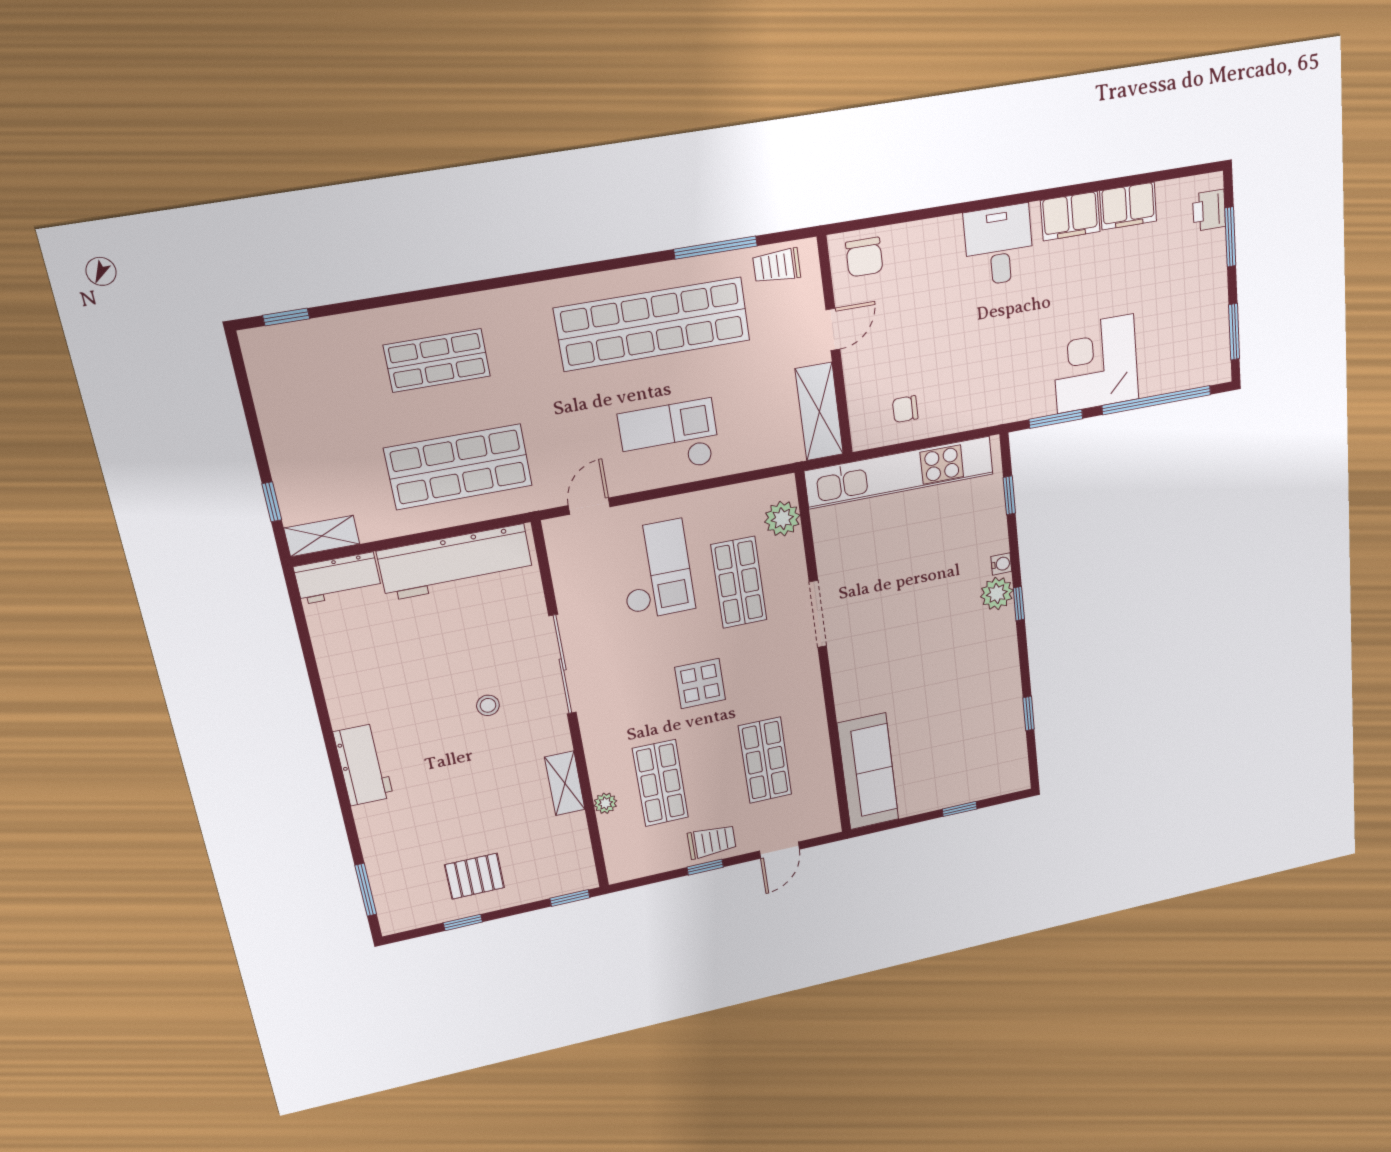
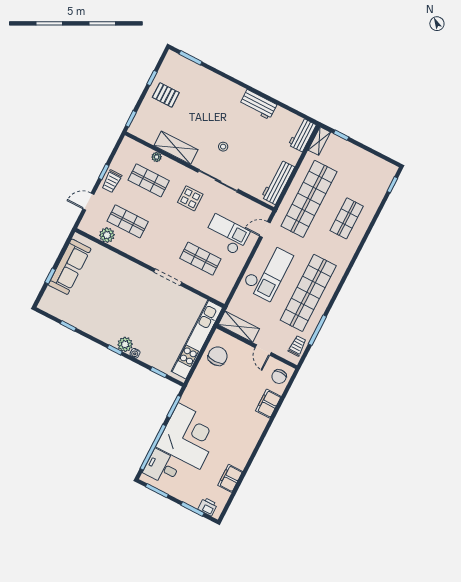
filing cabinet: (1070, 216) -> (268, 404), moved
desk: (999, 245) -> (162, 467), moved, turned 180
chair: (864, 257) -> (279, 377), turned -90
corner desk: (1095, 364) -> (189, 436), width x1.36, depth x1.36
chair: (905, 409) -> (218, 356), width x1.87, depth x1.87
checkout: (669, 438) -> (268, 271), width x1.36, depth x1.21
shop shelf: (458, 467) -> (309, 199), width x1.40
door: (589, 506) -> (265, 230), swing flipped
plant: (782, 519) -> (107, 235), moved
workbench: (456, 562) -> (278, 182), width x0.73, depth x0.76
checkout: (656, 570) -> (227, 235), turned 180
display table: (700, 683) -> (190, 198), moved
workbench: (363, 765) -> (258, 105), moved
sofa: (868, 772) -> (70, 267), moved, turned -90
shelving: (565, 783) -> (176, 148), width x1.50, depth x1.33
door: (780, 850) -> (88, 202), hinge flipped
pallet: (475, 876) -> (166, 95), turned 90

